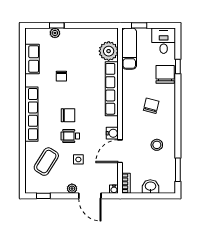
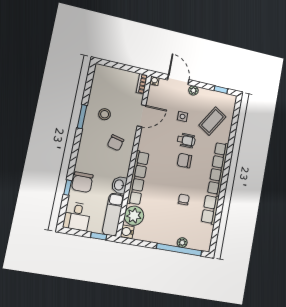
window: (57, 25) -> (179, 250), width x3.17
row of seats: (32, 59) -> (210, 210), moved
chair: (151, 106) -> (116, 143), moved
water cooler: (112, 133) -> (127, 232), moved
window: (178, 170) -> (82, 117), moved
washbasin: (150, 187) -> (119, 185), moved, turned 90

